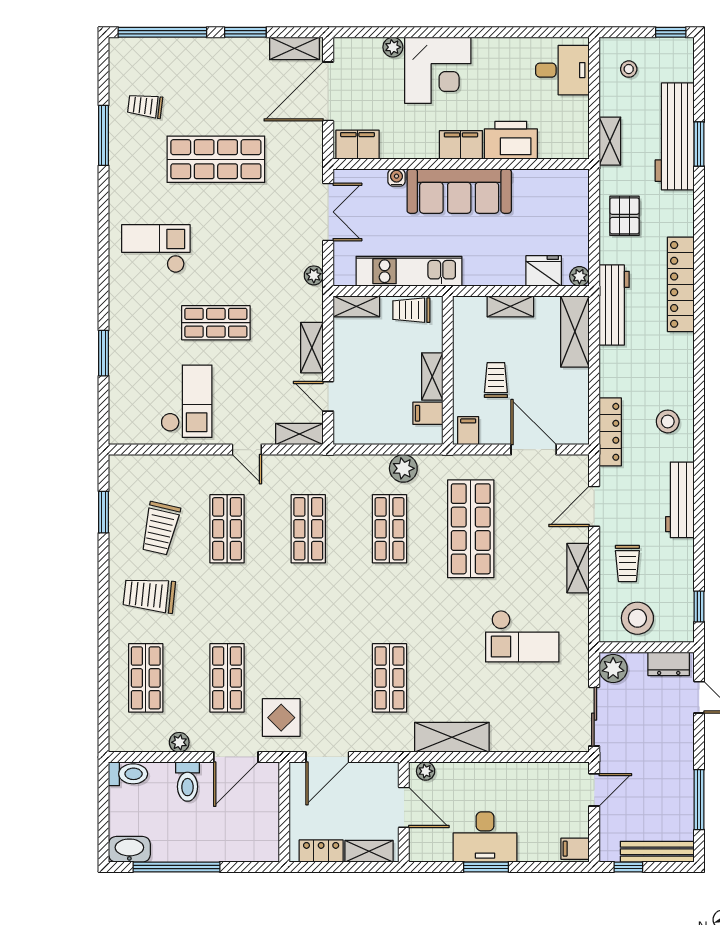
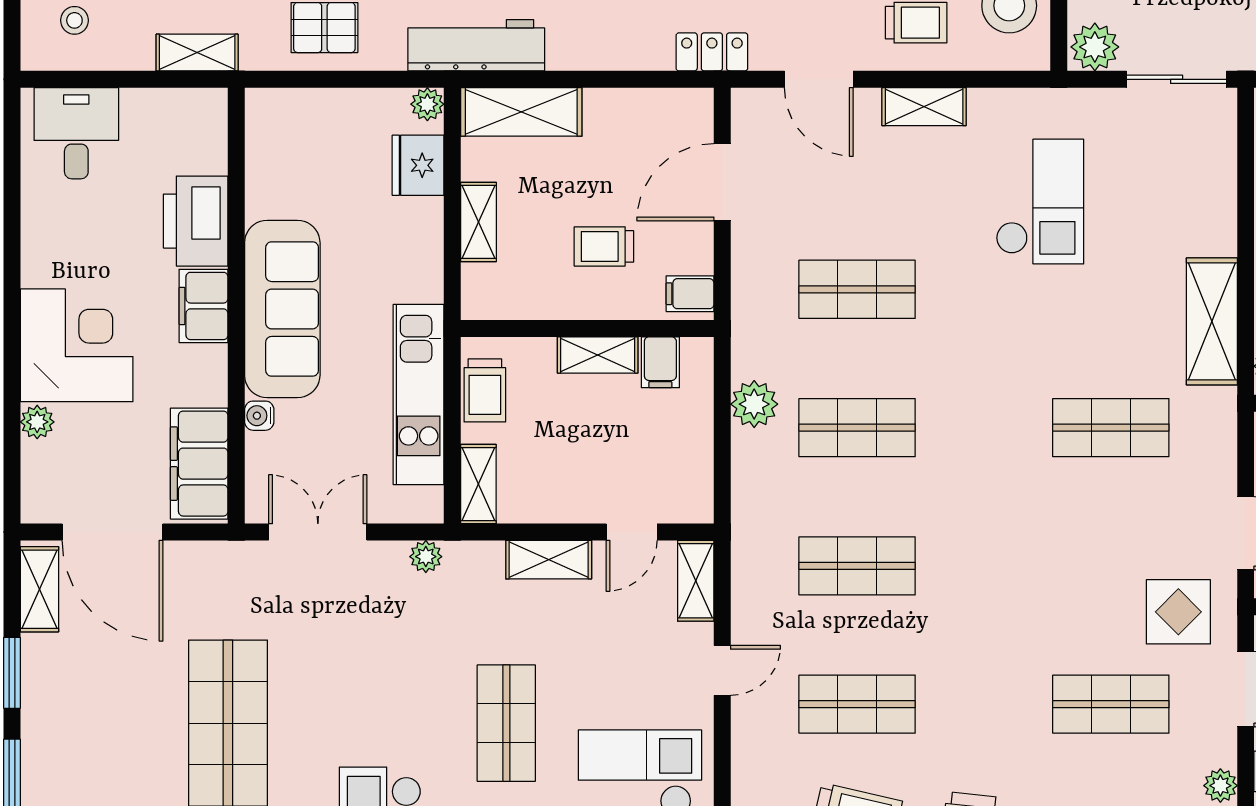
filing cabinet: (358, 145) -> (199, 464), width x1.50, depth x1.17
locker: (610, 432) -> (712, 52), width x0.66
shop shelf: (471, 529) -> (857, 289), width x0.70, depth x0.74

